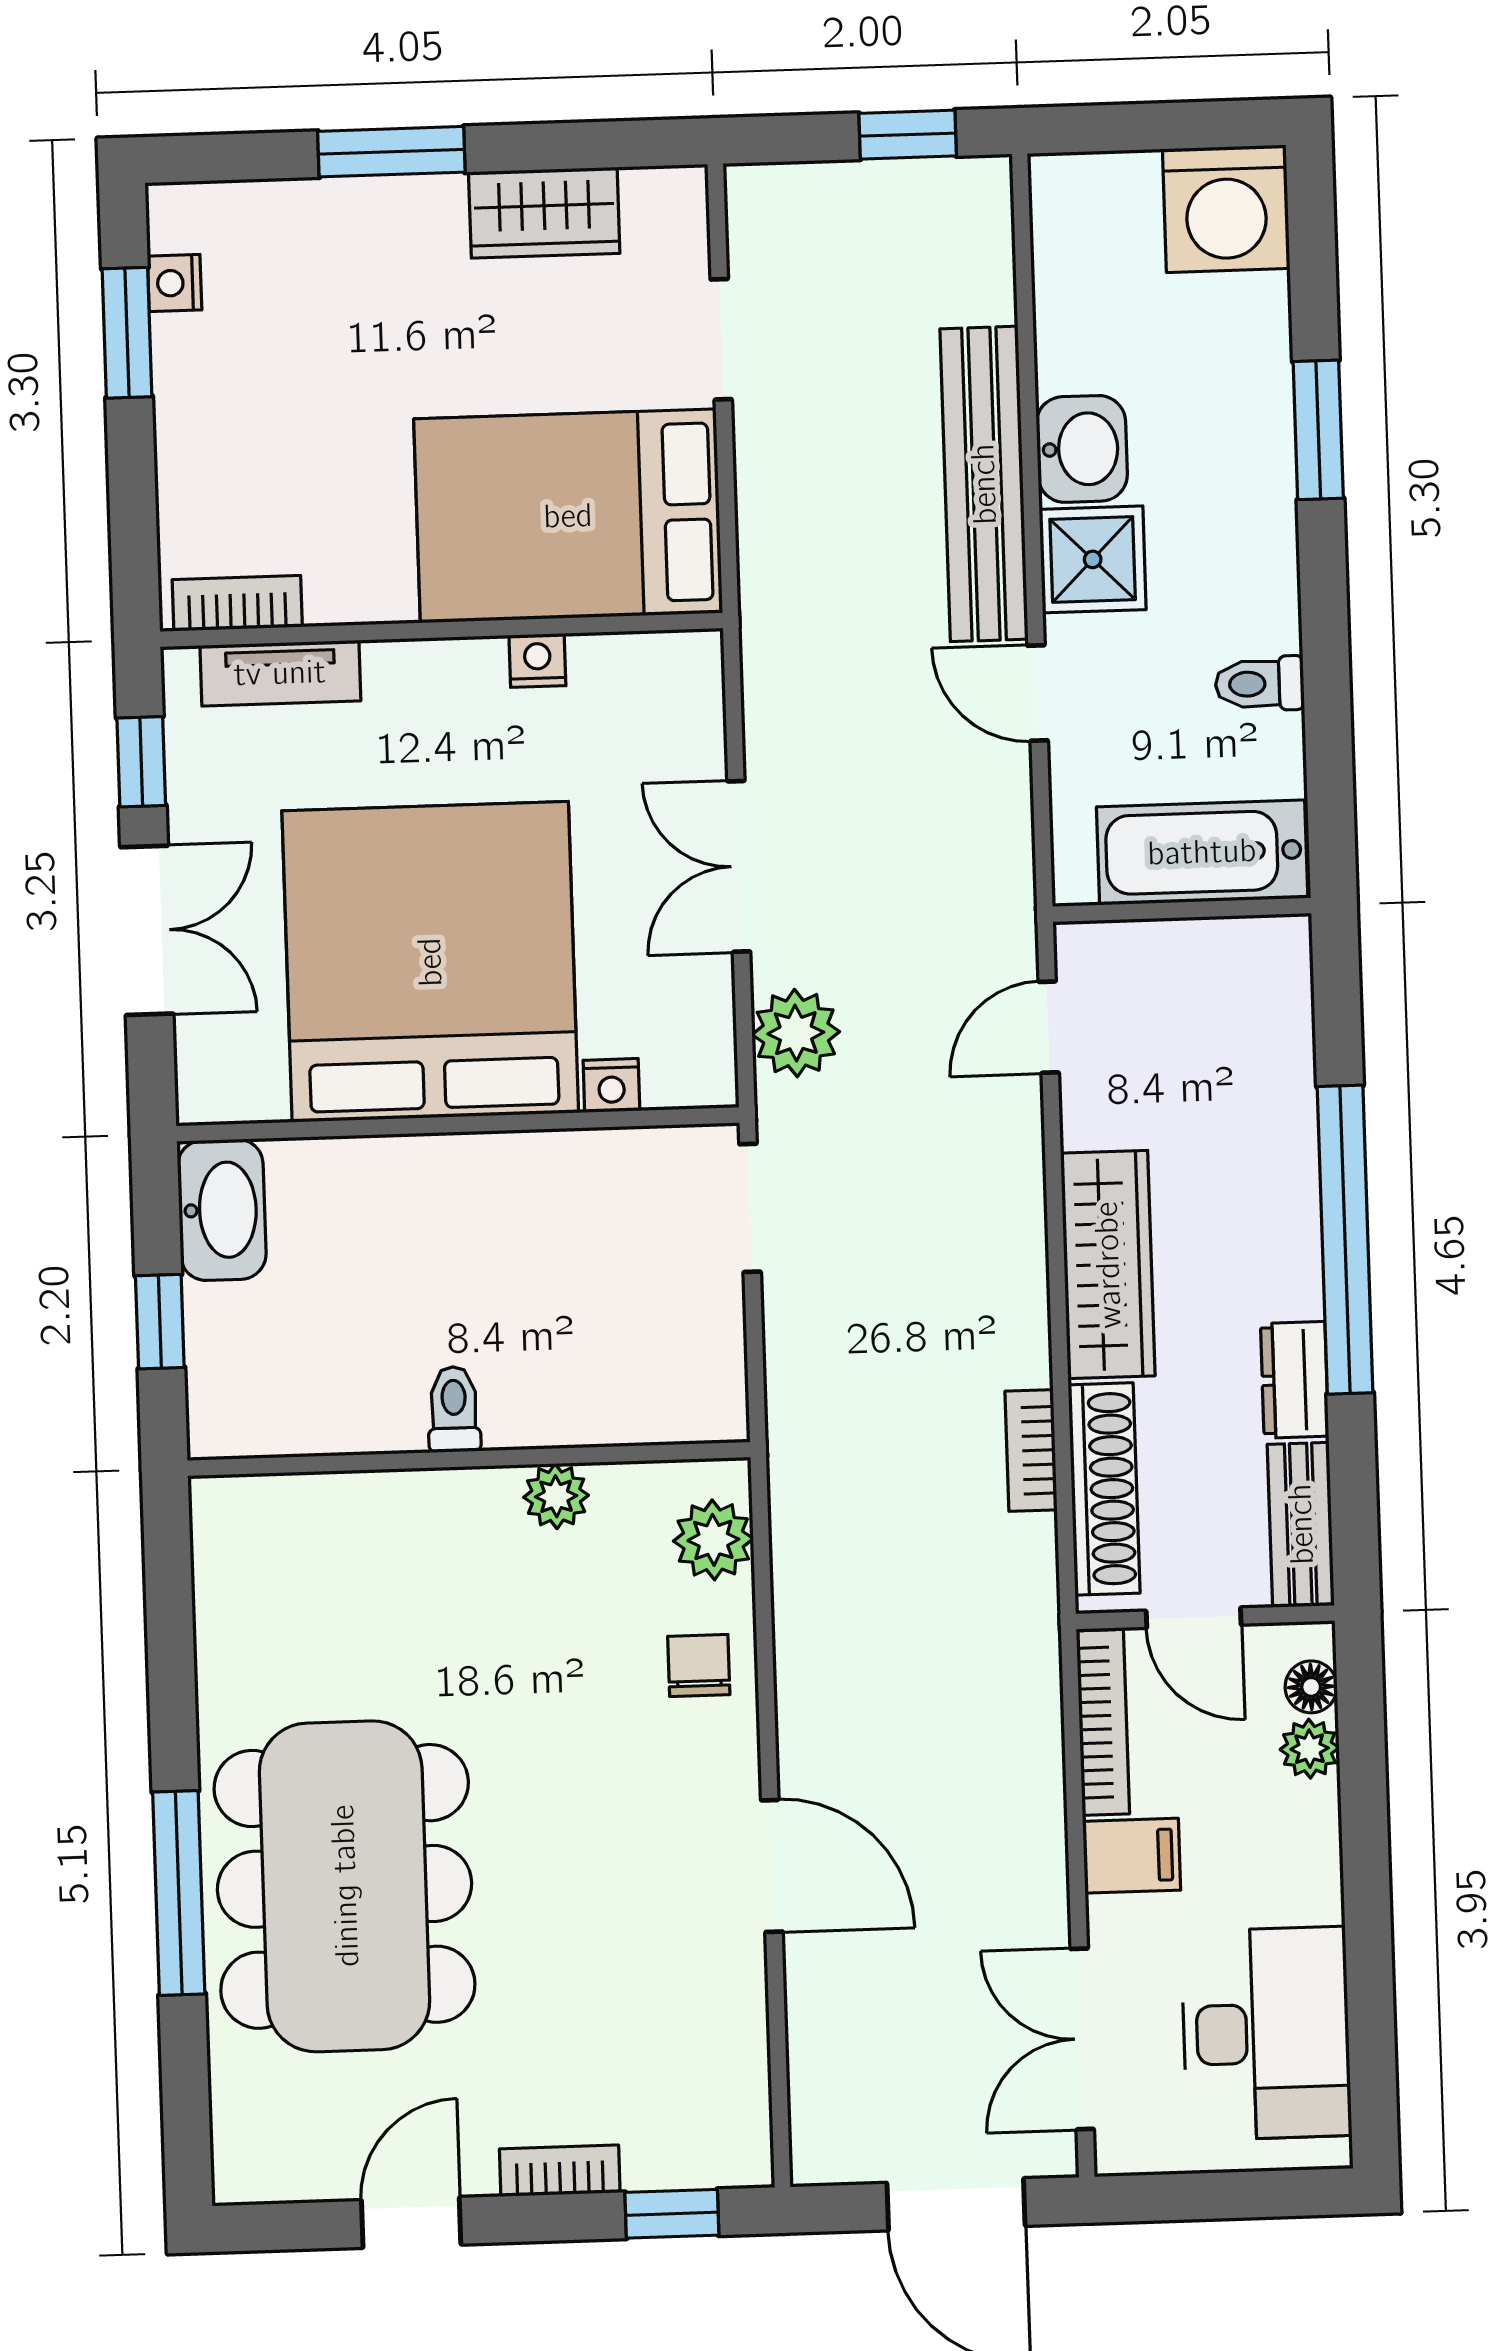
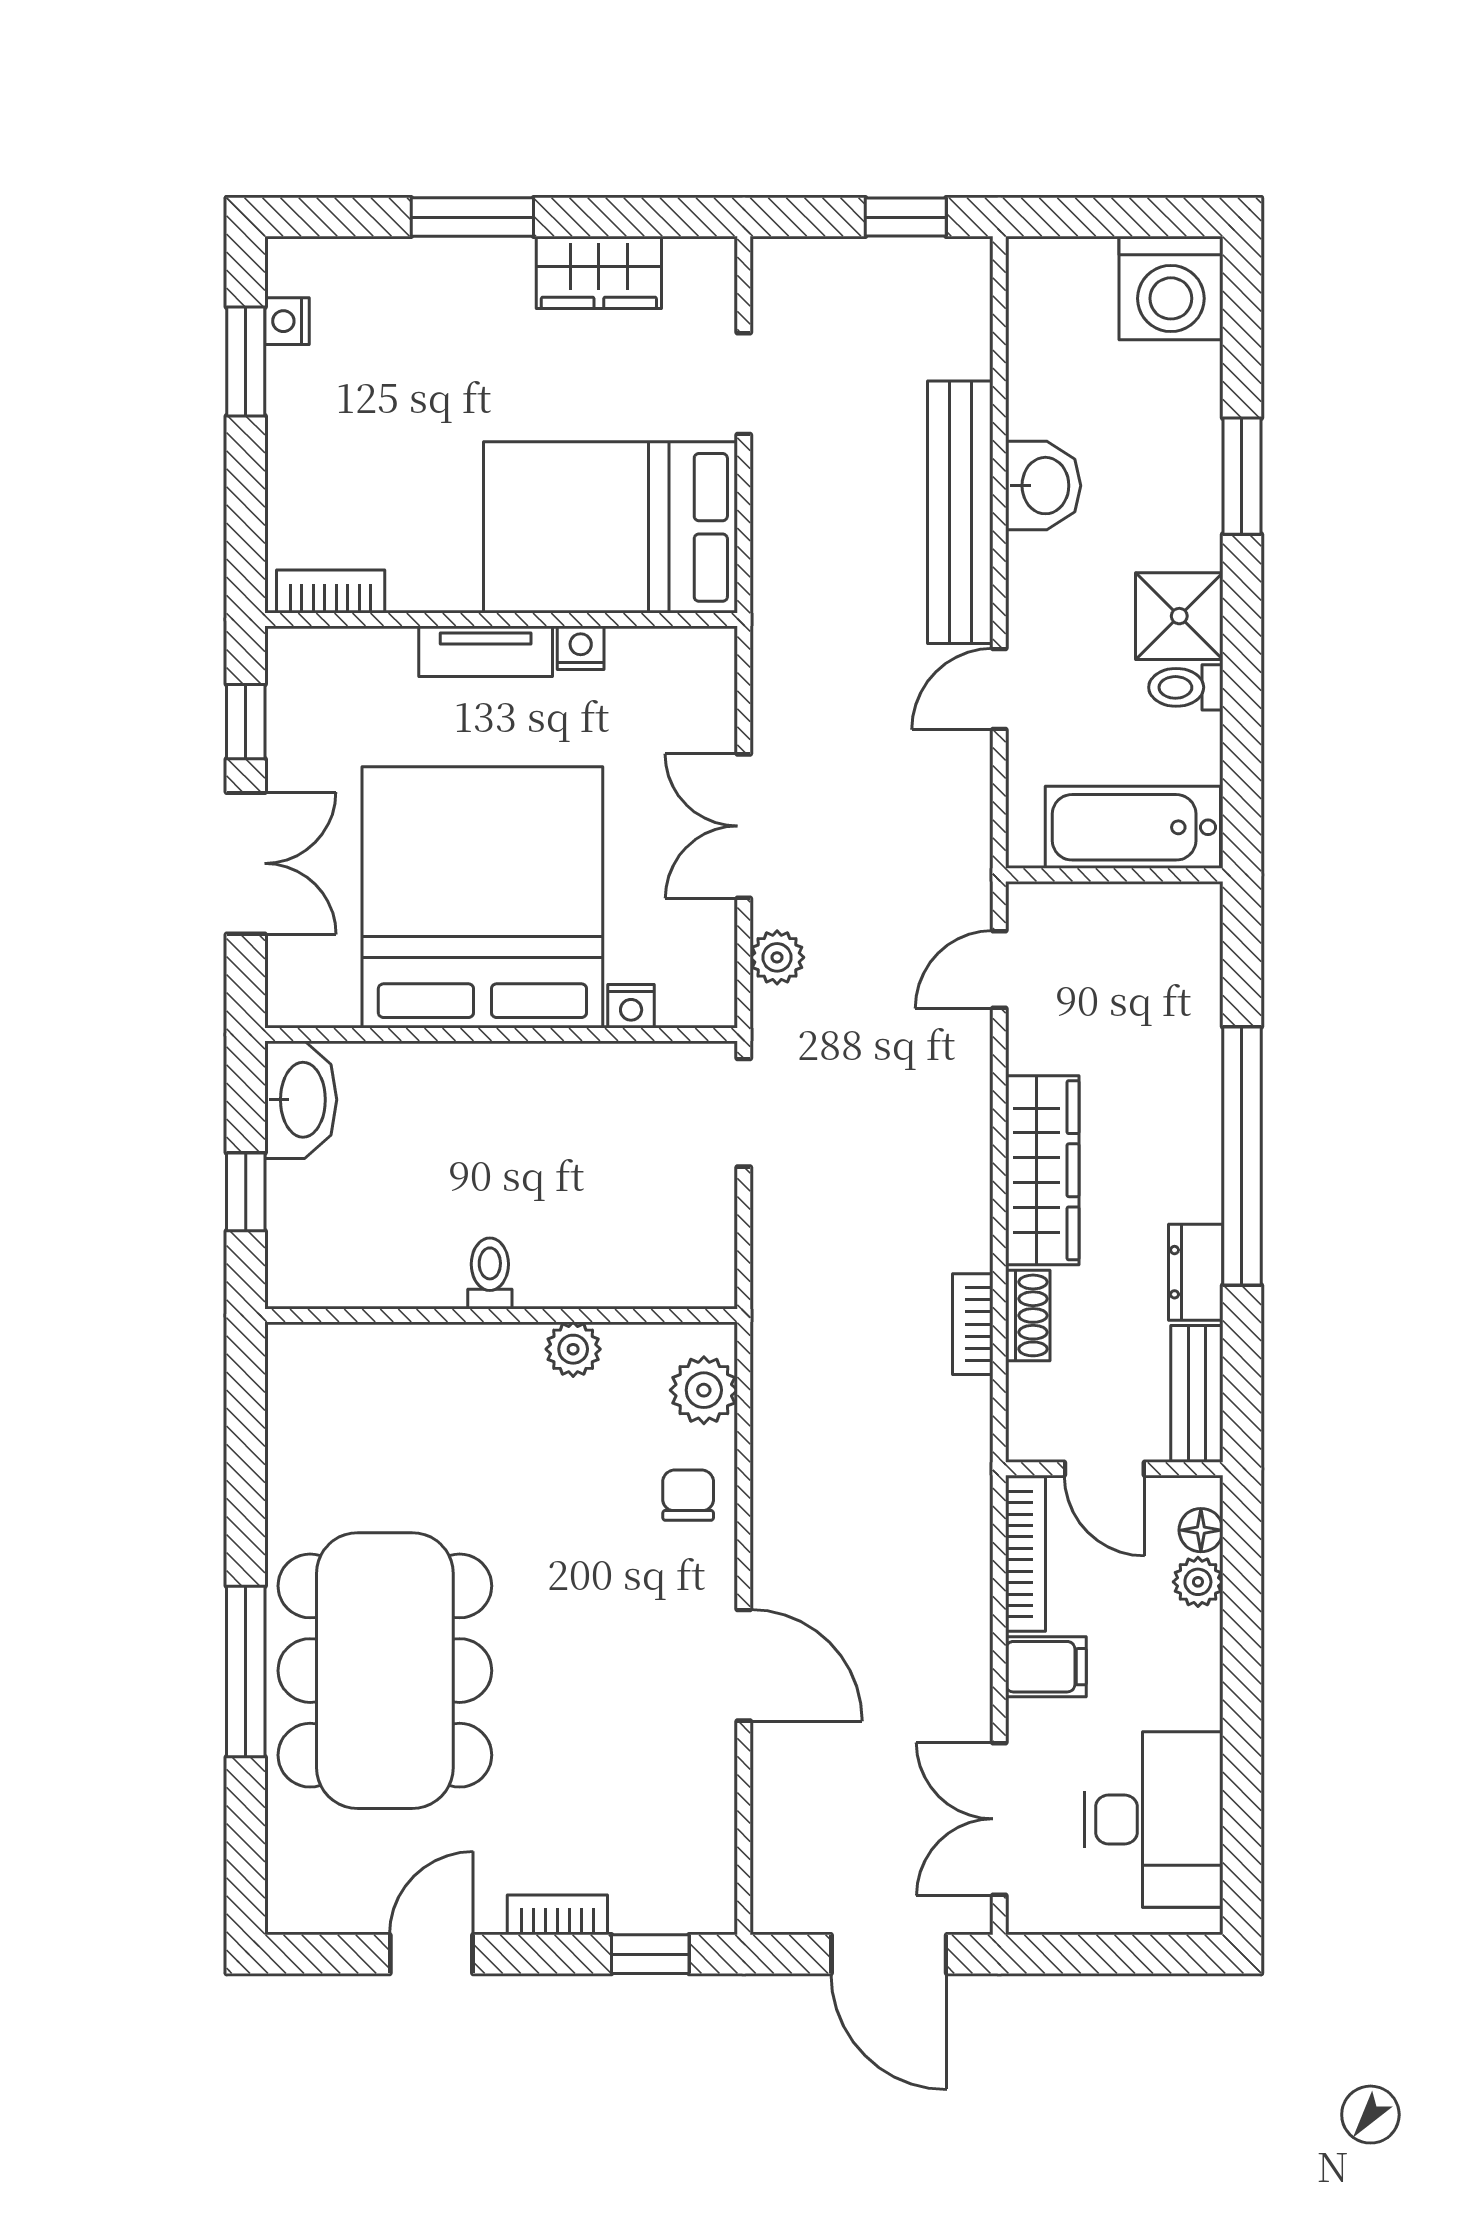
shower: (1093, 559) -> (1179, 616), moved
tv unit: (280, 673) -> (486, 651), moved
door: (1038, 693) -> (999, 689), hinge flipped
plant: (796, 1033) -> (777, 957), width x0.73, depth x0.73
shoe rack: (1104, 1489) -> (1028, 1315), width x0.51, depth x0.81

